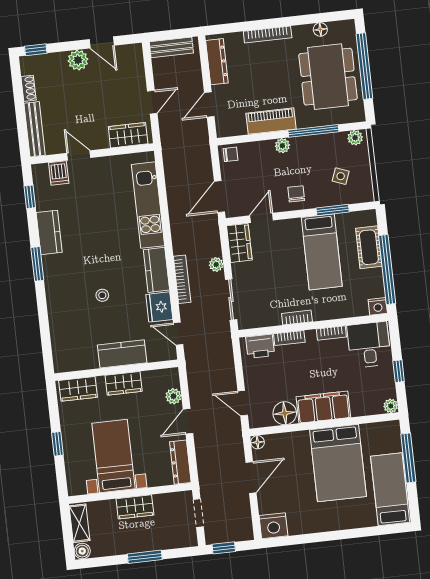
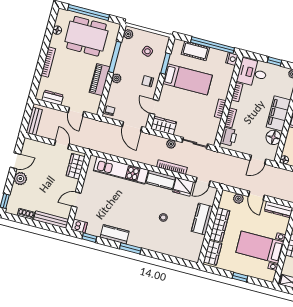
dresser: (217, 62) -> (53, 98), width x0.70
dishwasher: (59, 173) -> (79, 226), moved
wardrobe: (124, 383) -> (220, 225), width x1.50

